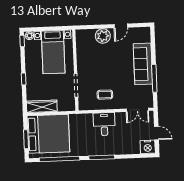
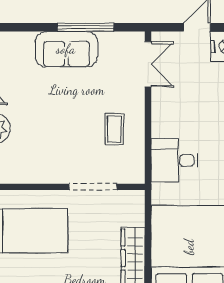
sofa: (143, 64) -> (66, 49), width x0.73
desk: (104, 124) -> (174, 160), moved

